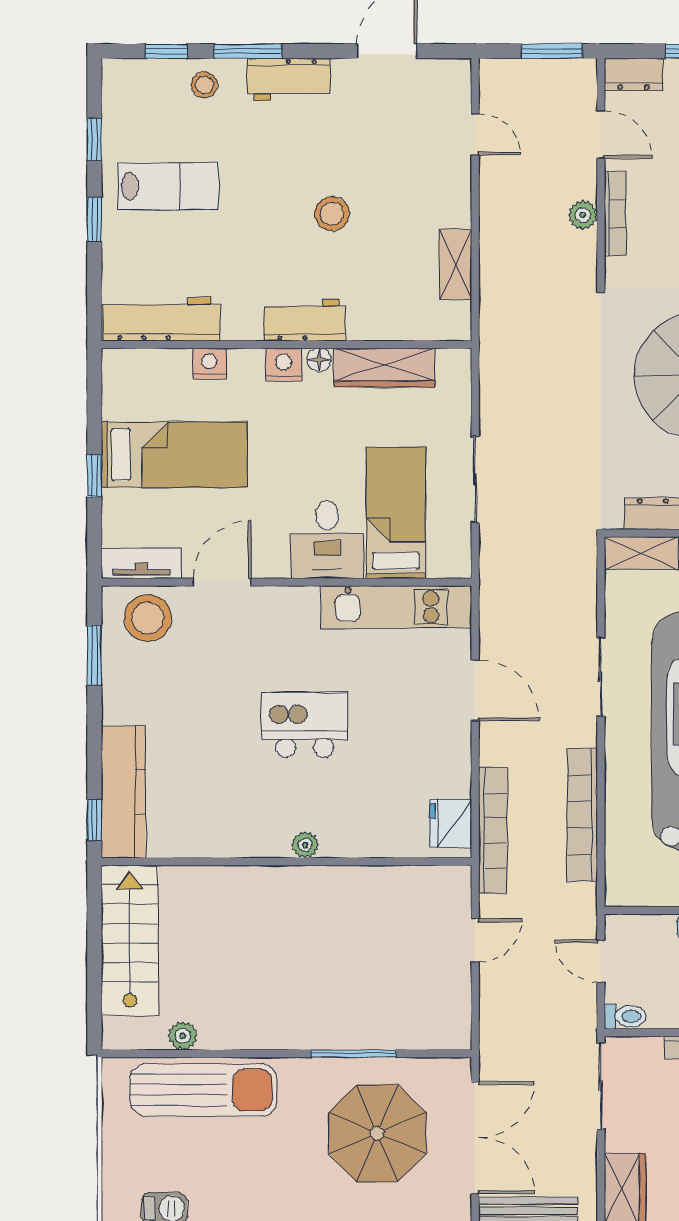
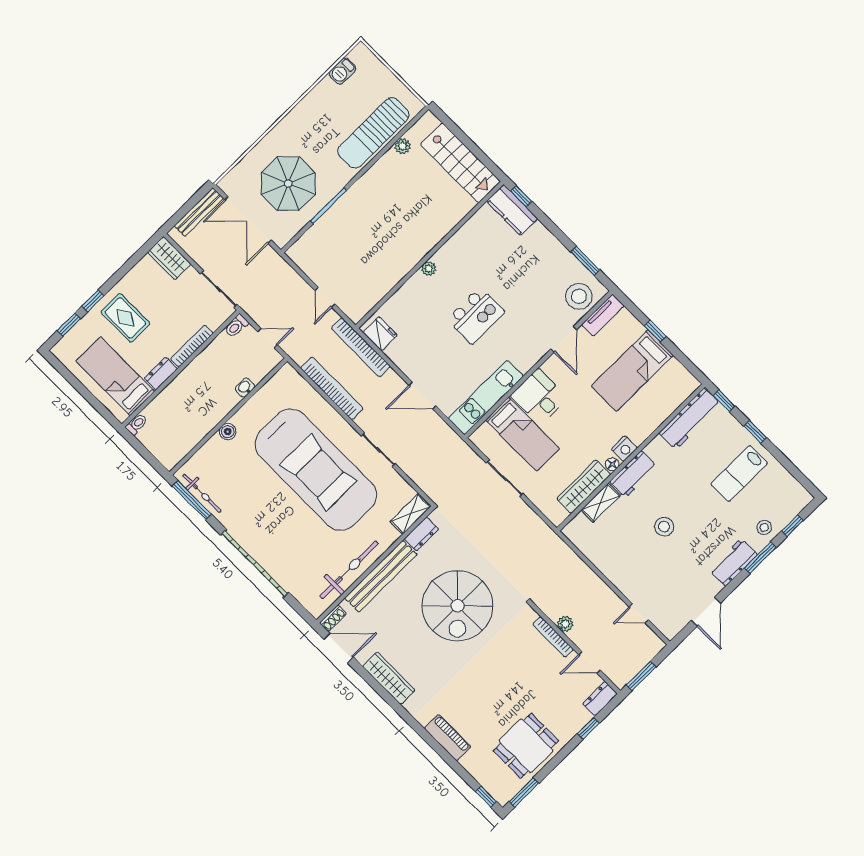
window: (94, 140) -> (724, 401), moved
shelving: (456, 264) -> (601, 503), moved, turned 90
nightstand: (209, 364) -> (654, 420), removed
kitchen counter: (123, 792) -> (512, 210), width x0.67

